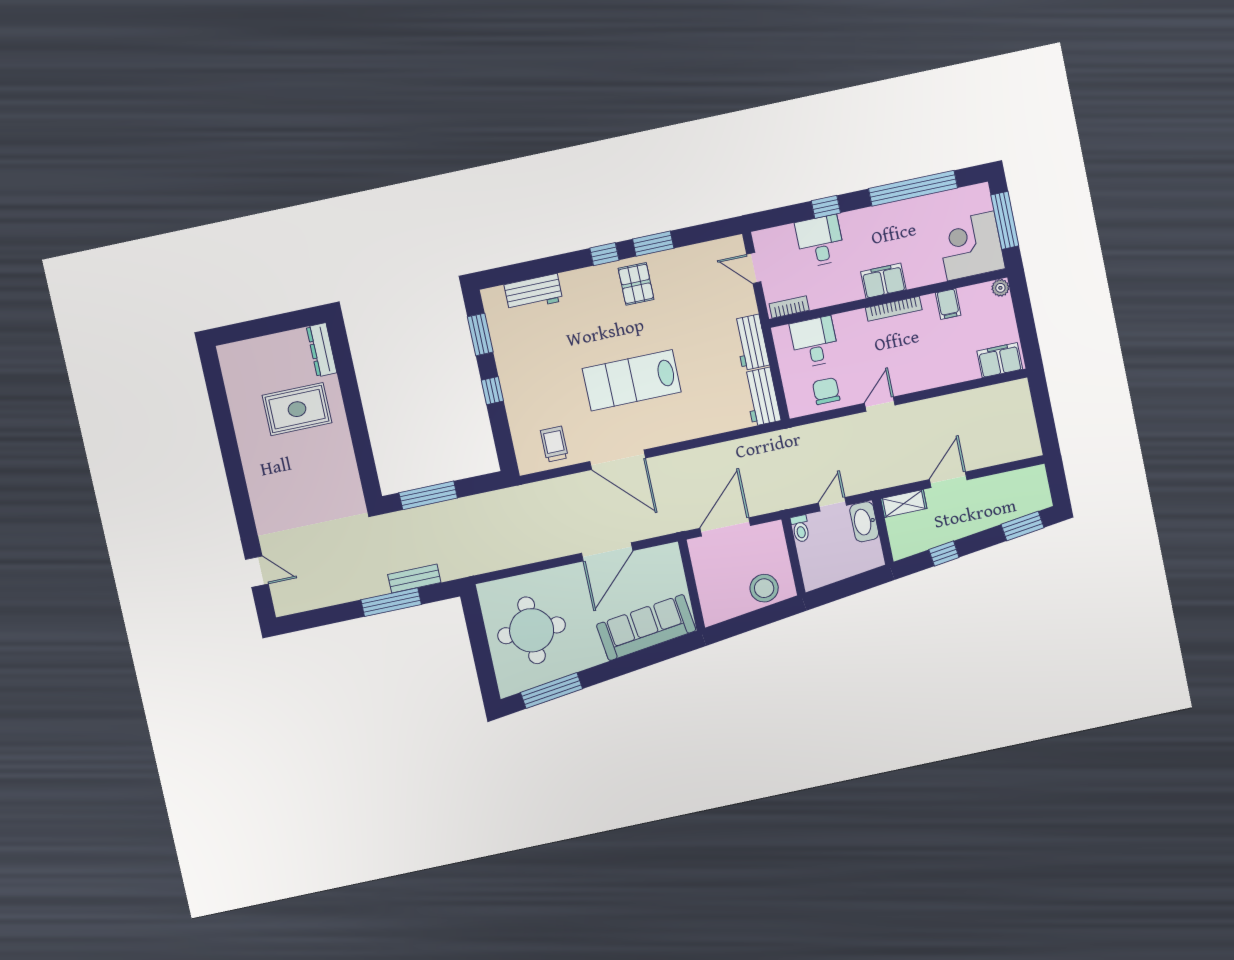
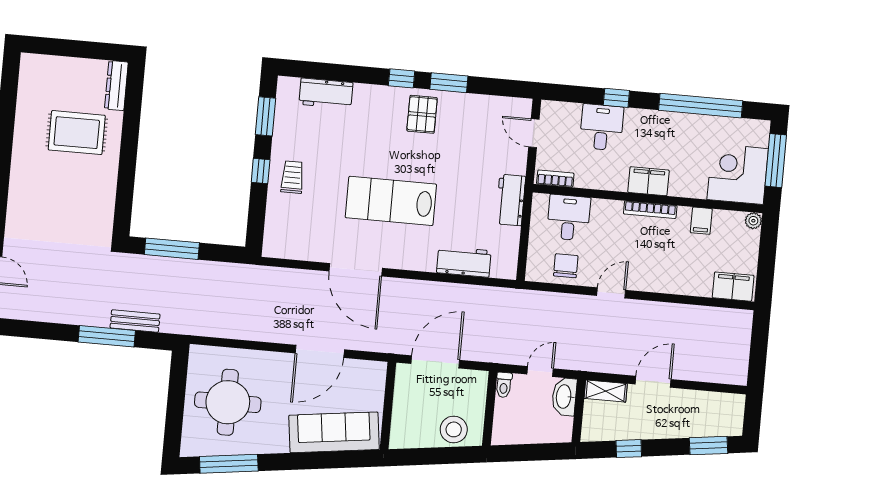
workbench: (762, 397) -> (464, 262), moved, turned 90
trolley: (554, 444) -> (292, 177), moved

